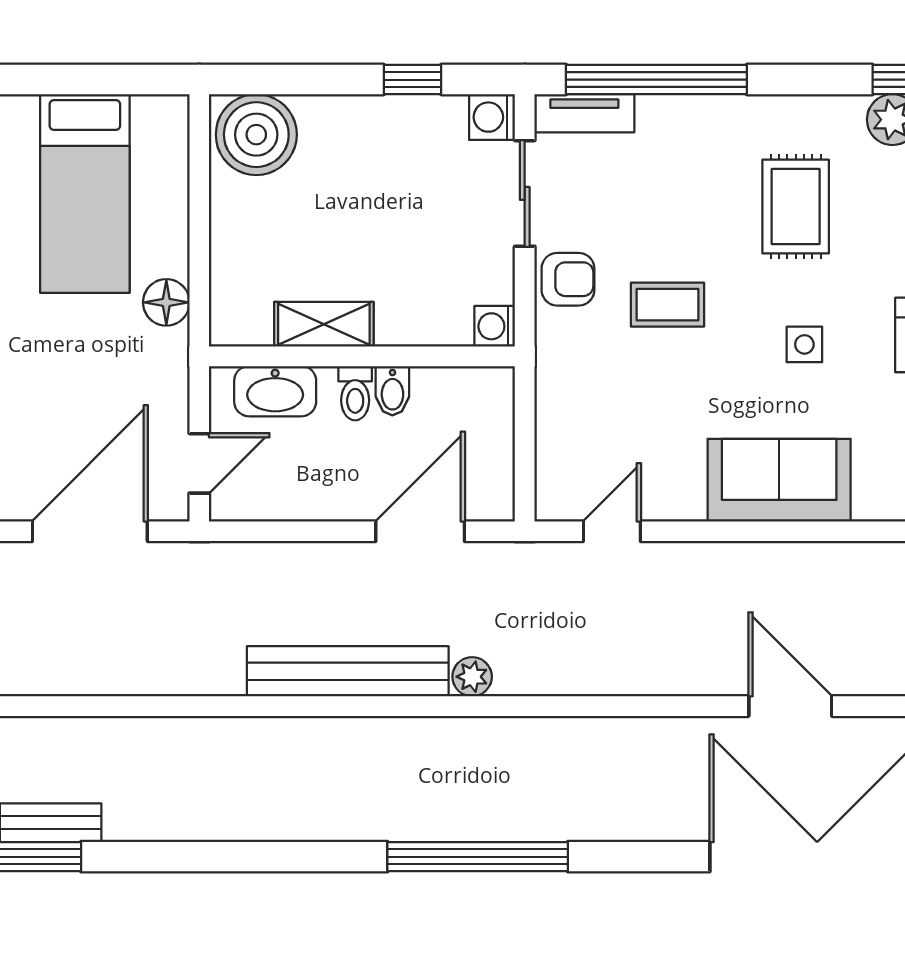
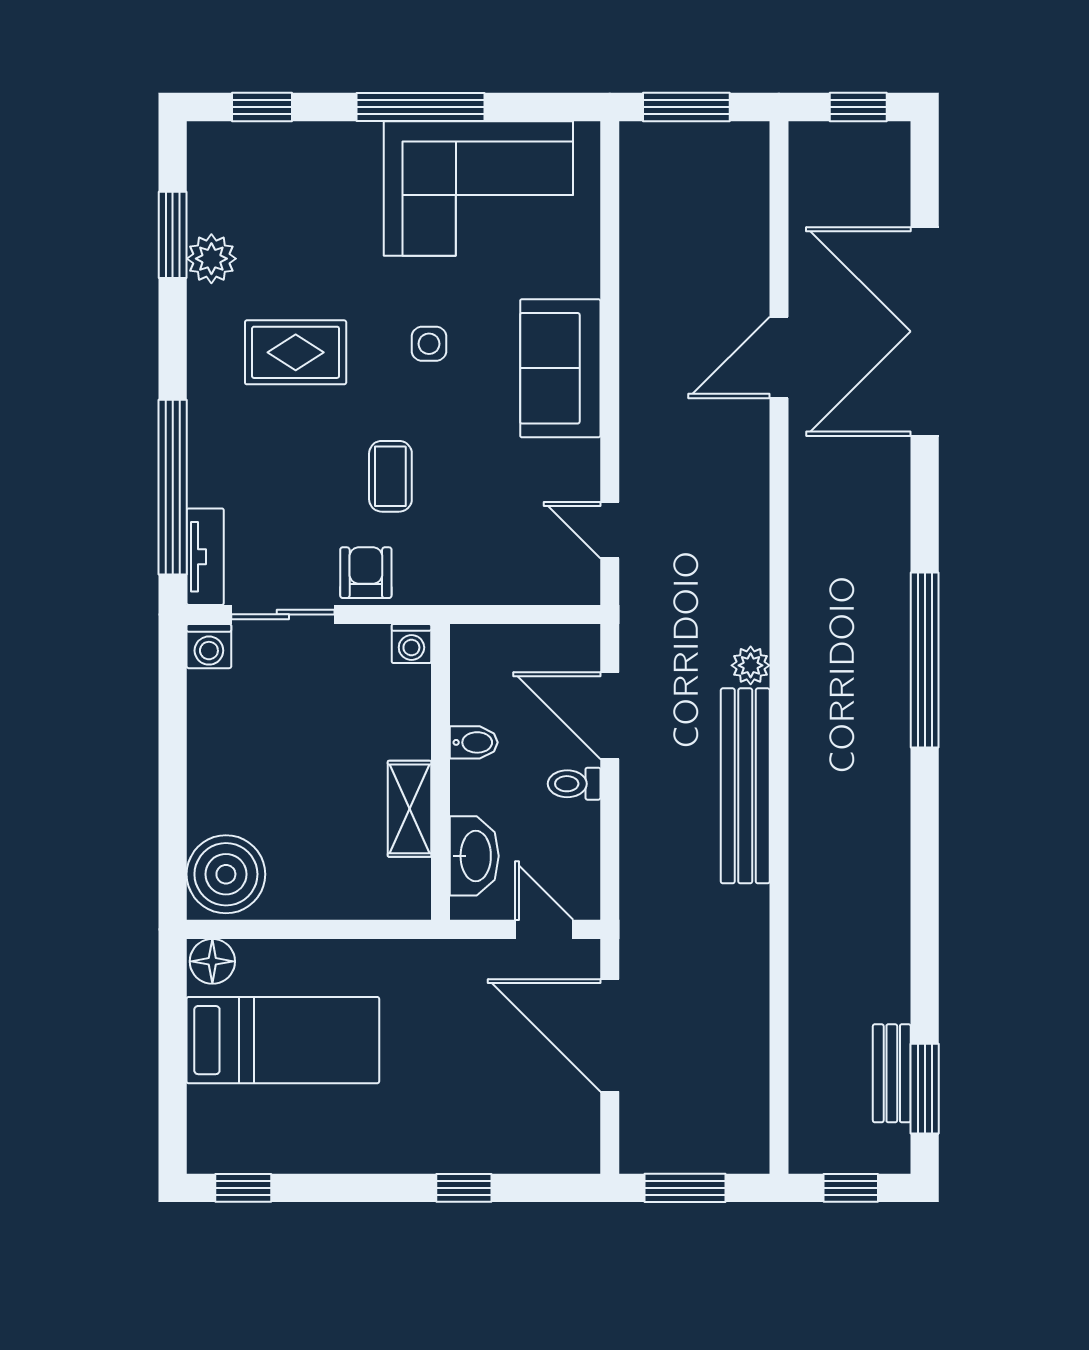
window: (412, 80) -> (173, 723), removed
floor lamp: (166, 302) -> (212, 961), moved
toilet: (355, 393) -> (574, 784), moved, turned 180

